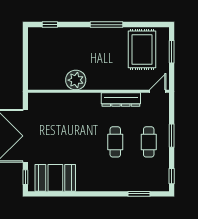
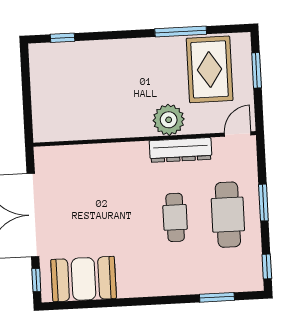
window: (106, 25) -> (181, 31), moved
plant: (76, 80) -> (169, 120), moved
cafe table: (149, 142) -> (228, 215), width x1.37, depth x1.35

